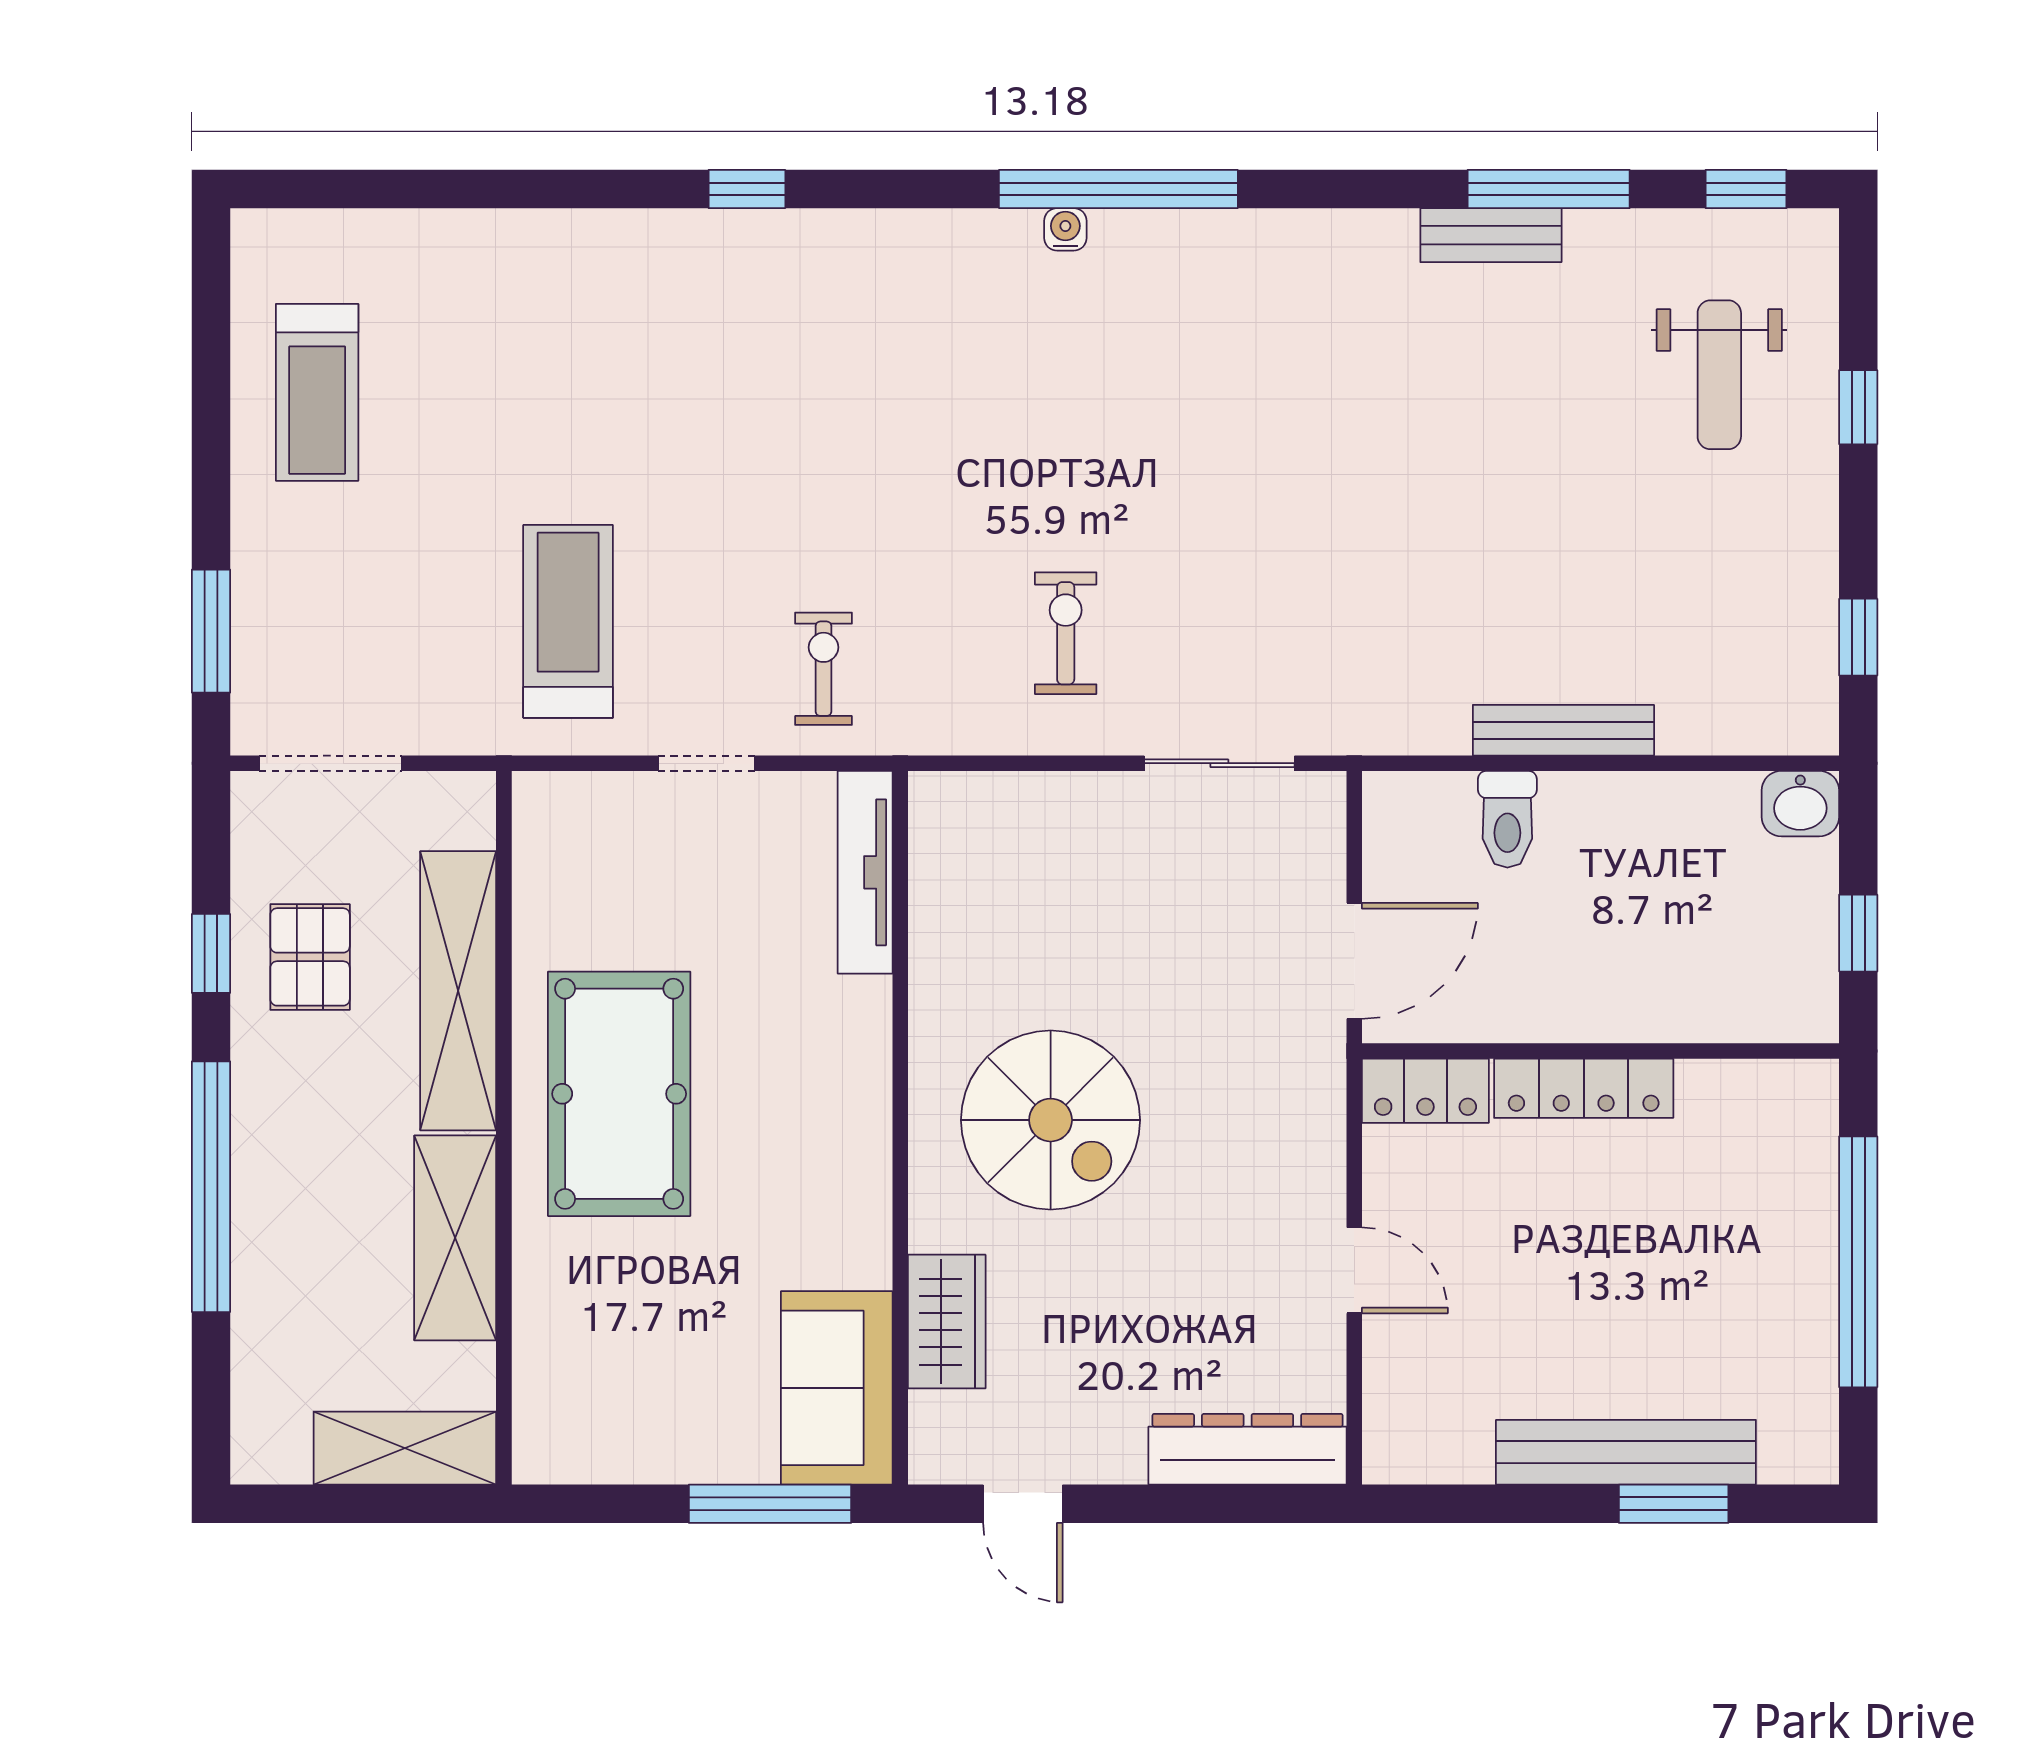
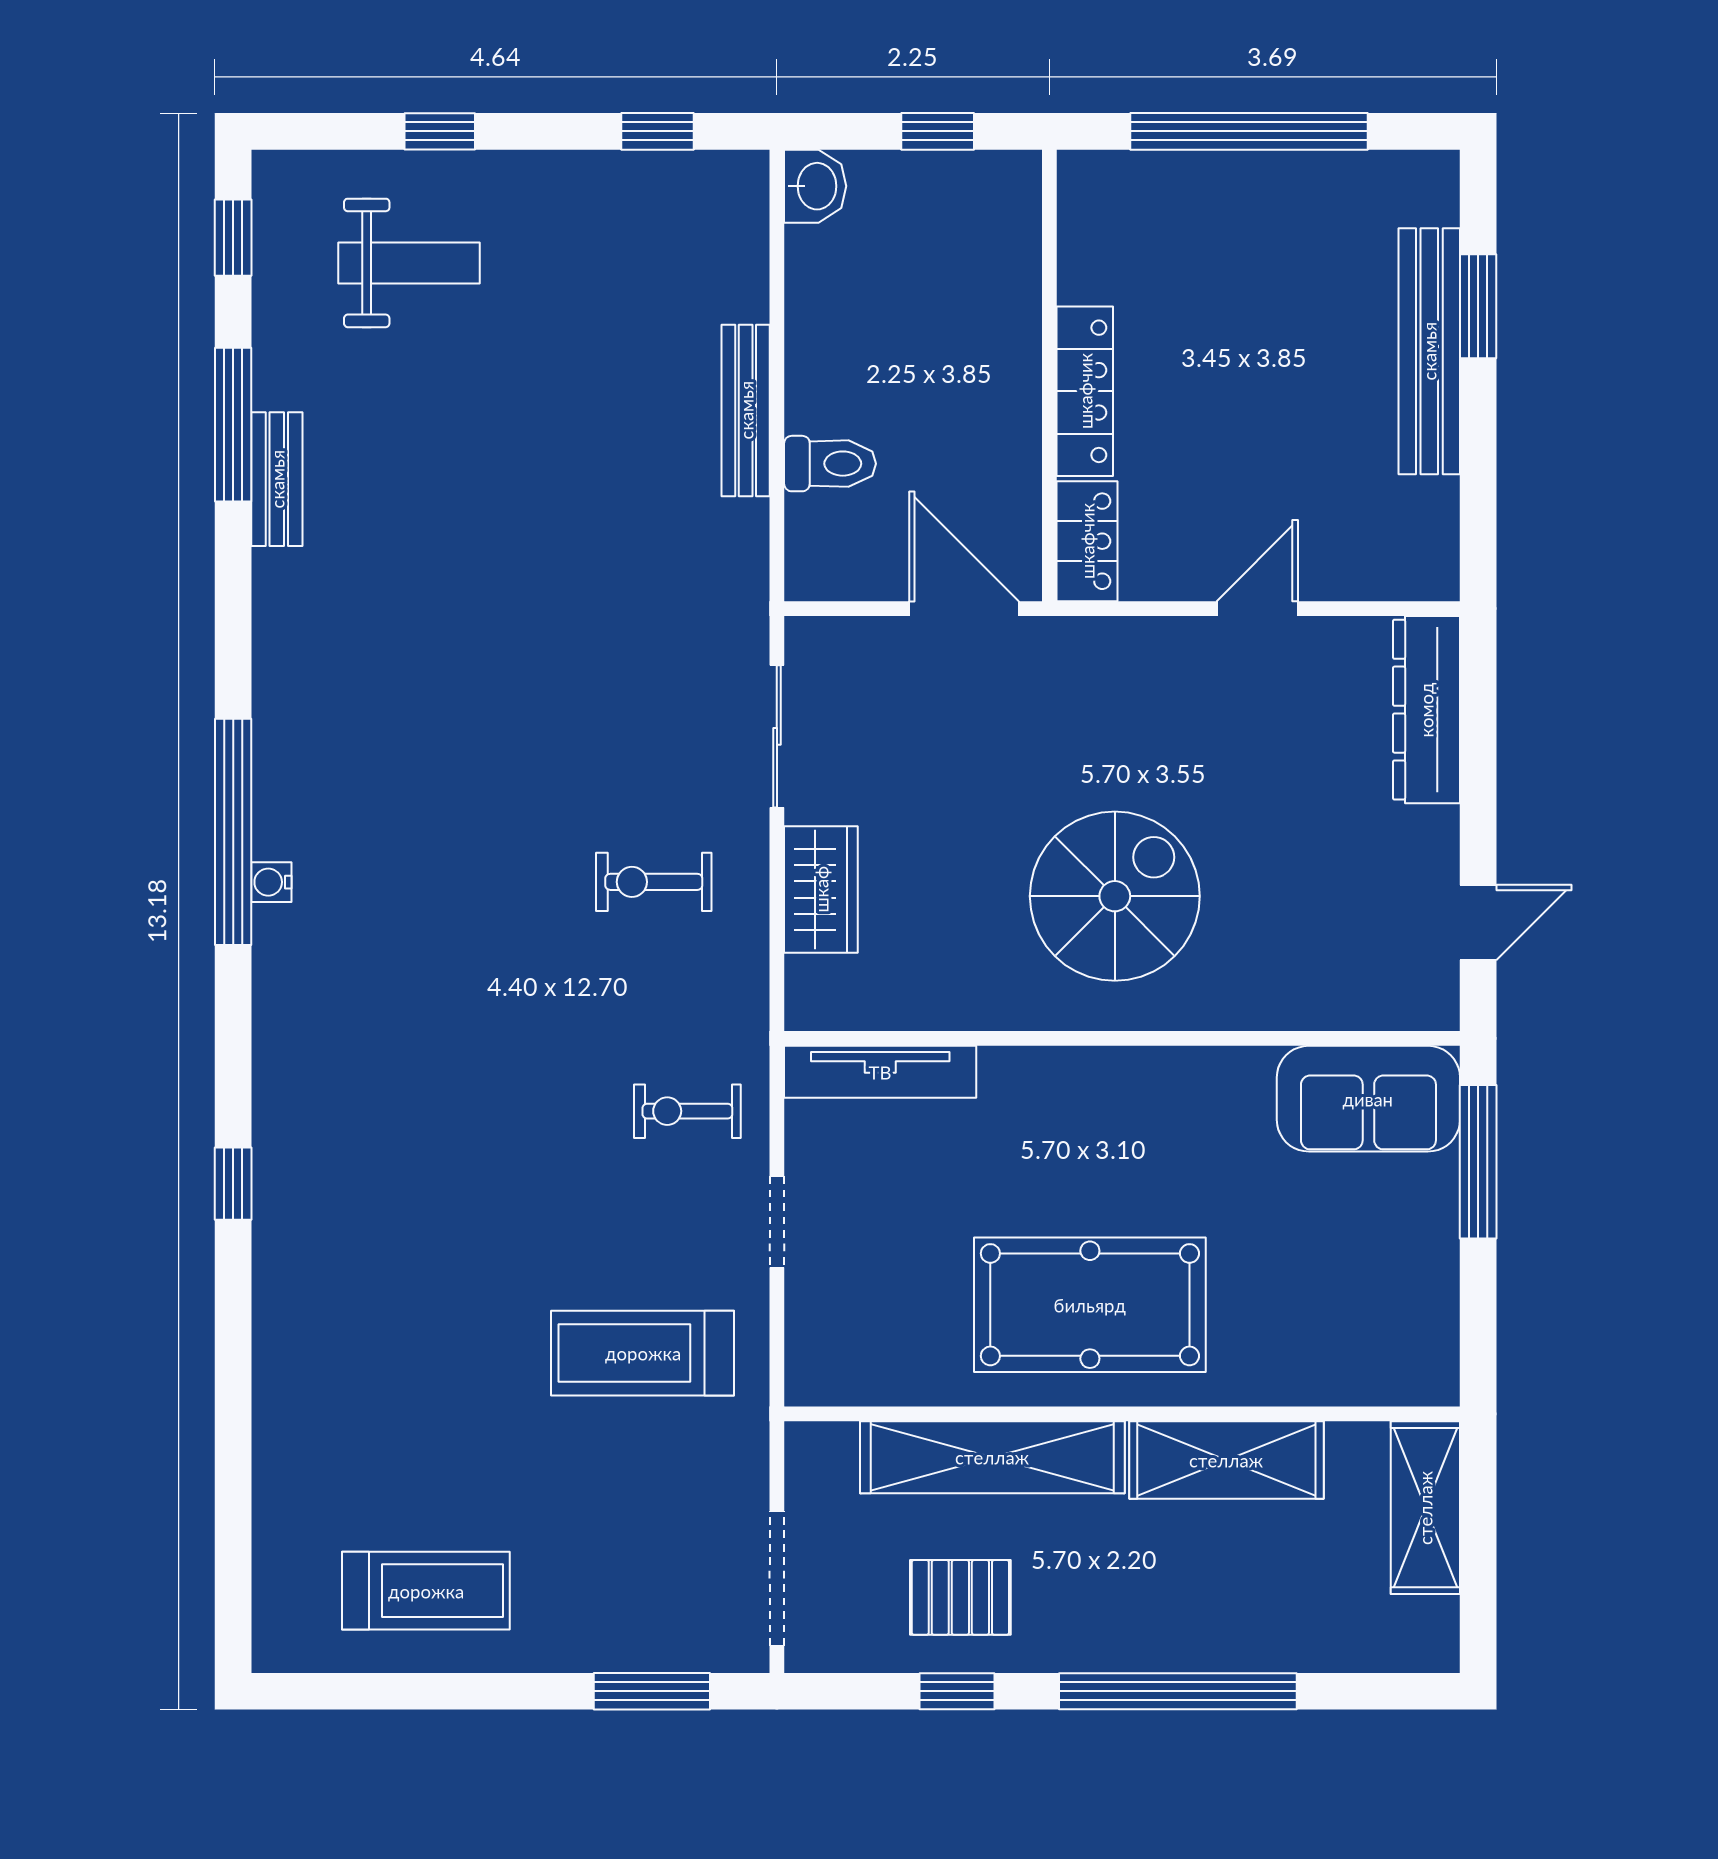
wardrobe: (947, 1322) -> (821, 889), moved, turned 90

